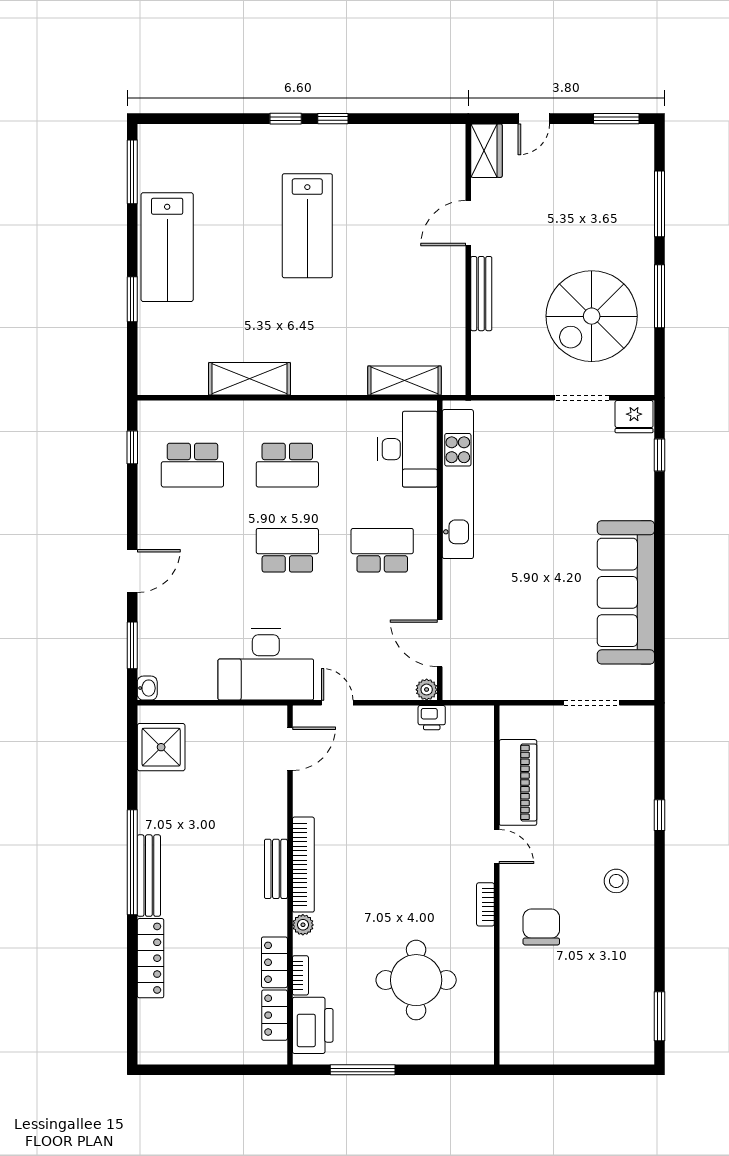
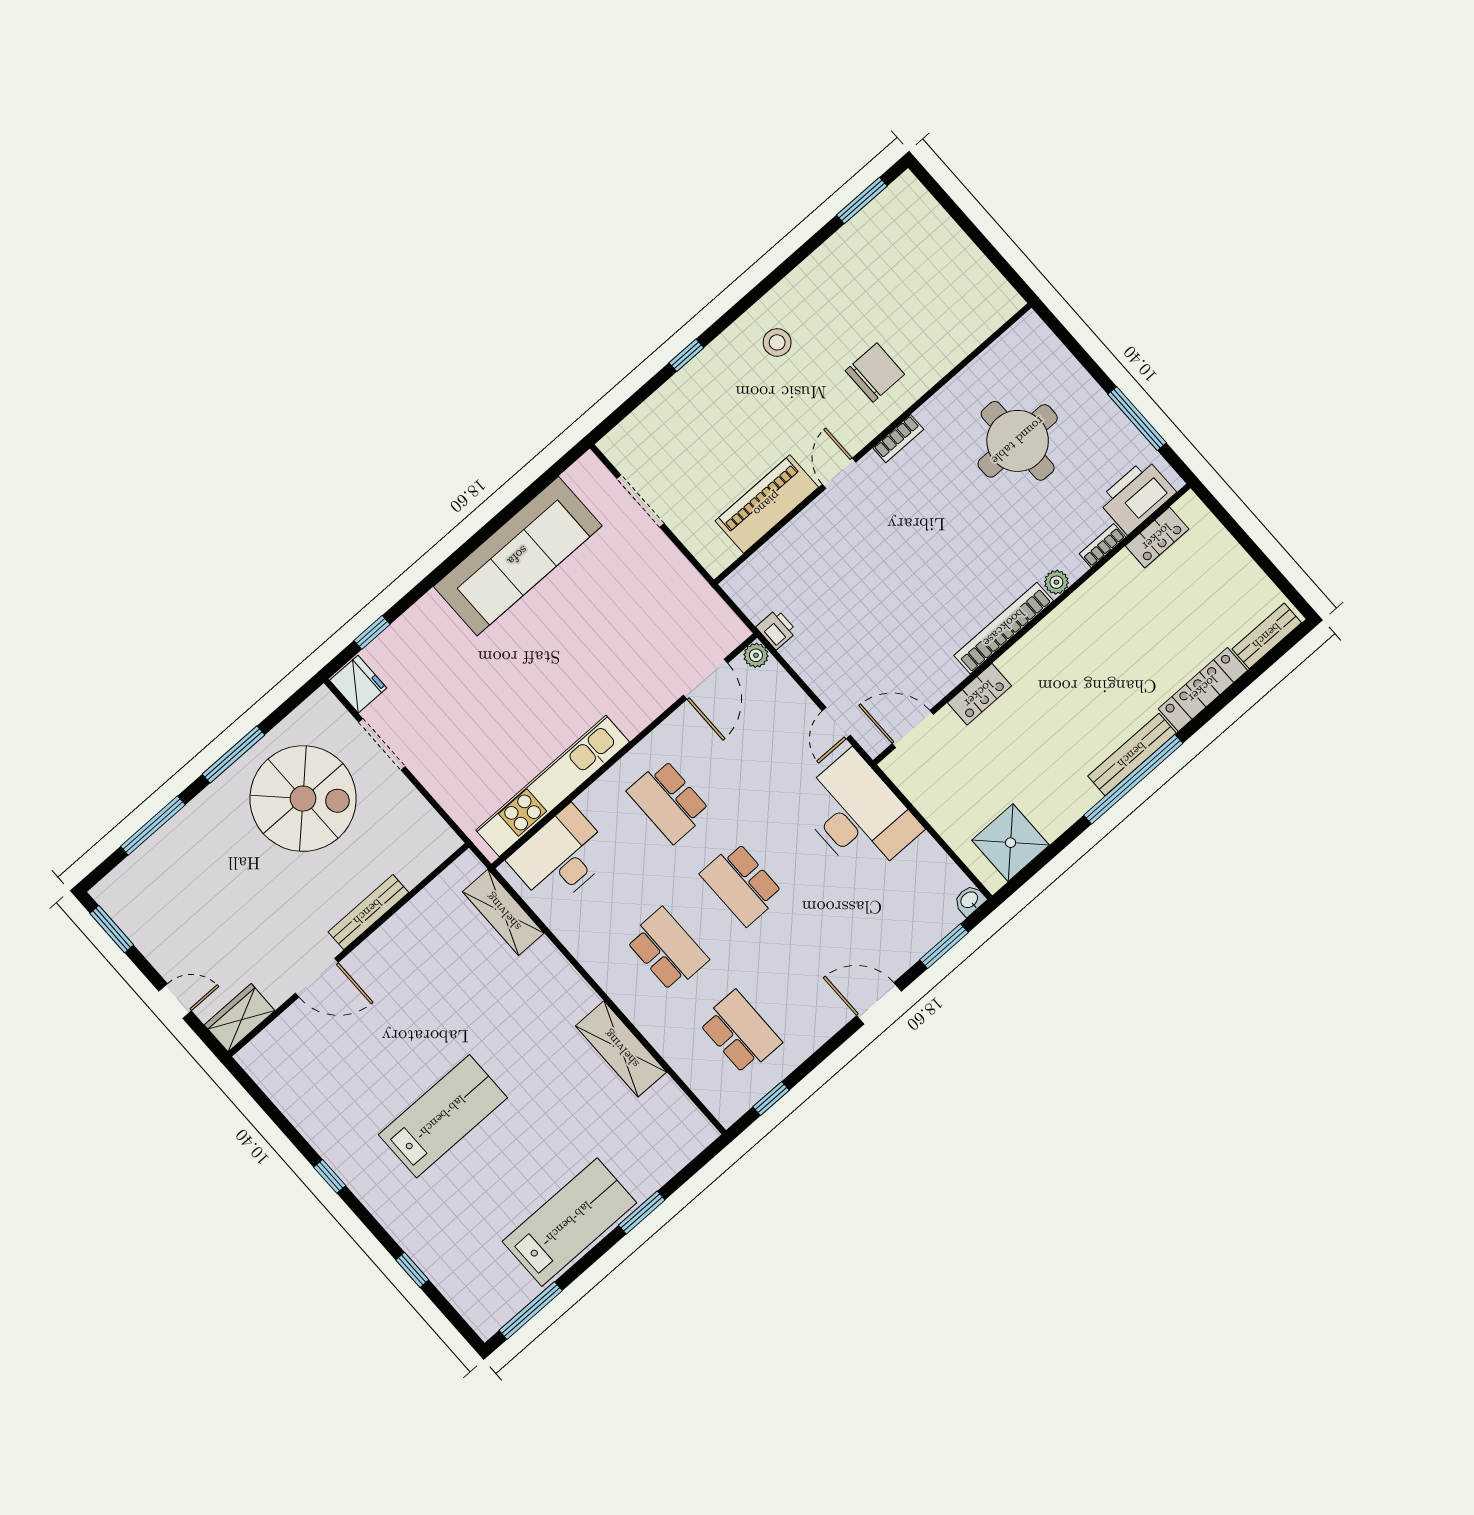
window: (286, 119) -> (412, 1270), moved
bench: (276, 869) -> (1267, 636), moved
chair: (541, 927) -> (875, 372), turned 180
locker: (274, 962) -> (979, 694), moved

